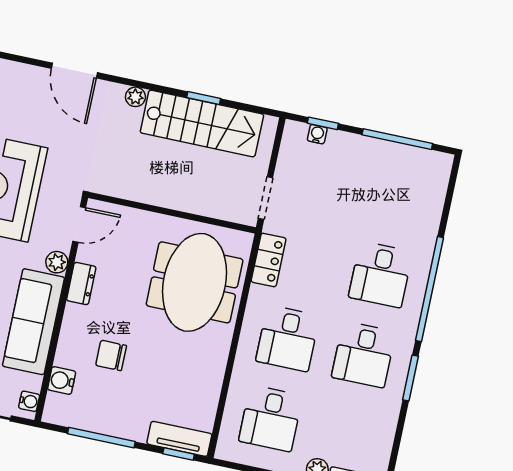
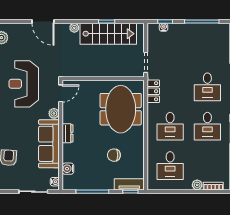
dresser: (81, 284) -> (67, 133), moved
chair: (111, 355) -> (114, 155), moved

